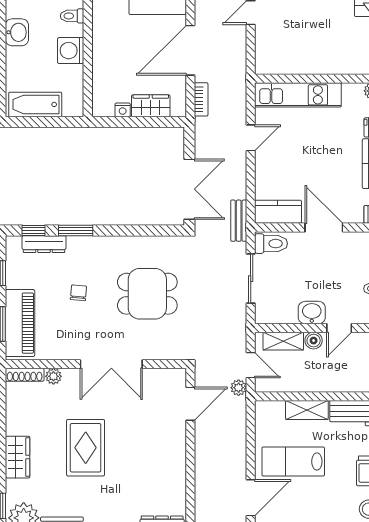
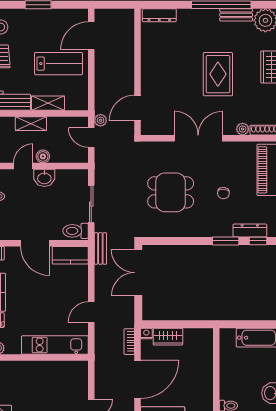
washing machine: (71, 51) -> (229, 379), removed
nightstand: (123, 110) -> (146, 334), moved
shelving: (283, 341) -> (31, 124), moved

